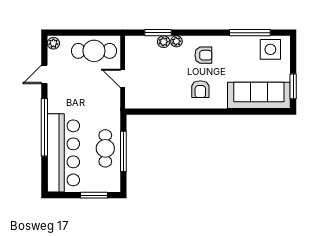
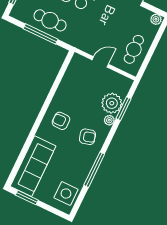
window: (250, 33) -> (94, 170), moved
plant: (164, 42) -> (112, 103), width x1.88, depth x1.88
cafe table: (94, 51) -> (134, 49), width x0.73, depth x0.74
armchair: (203, 55) -> (87, 137), turned -105

